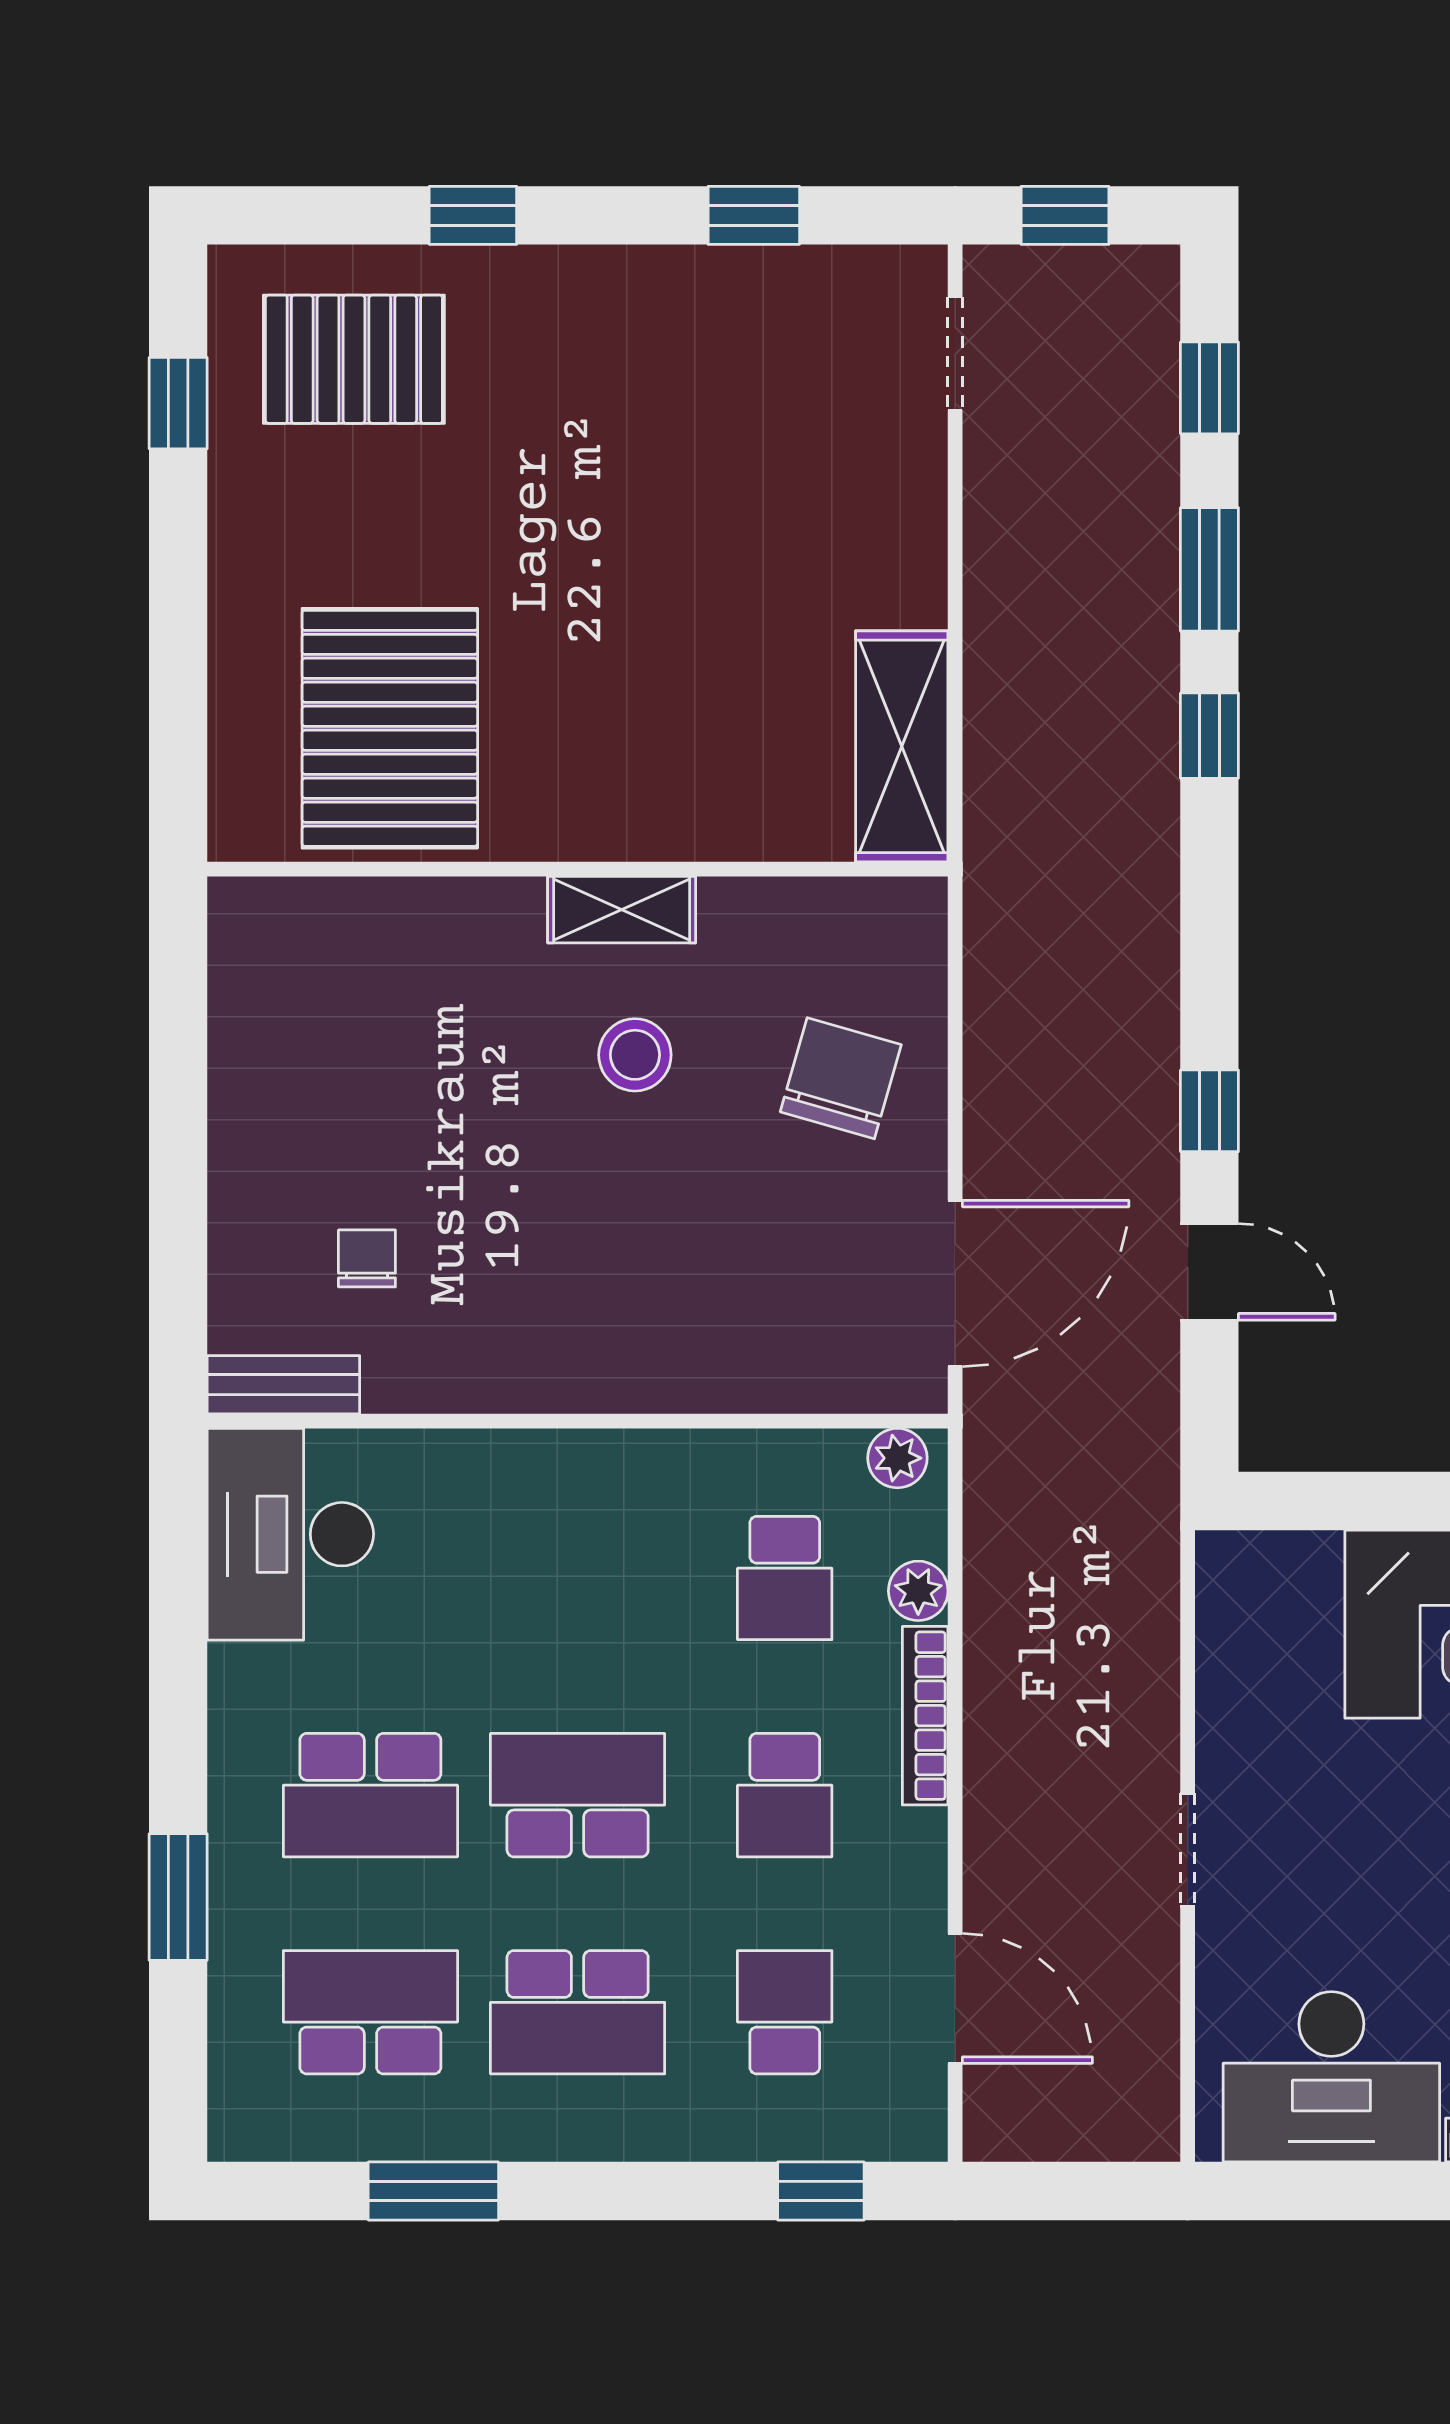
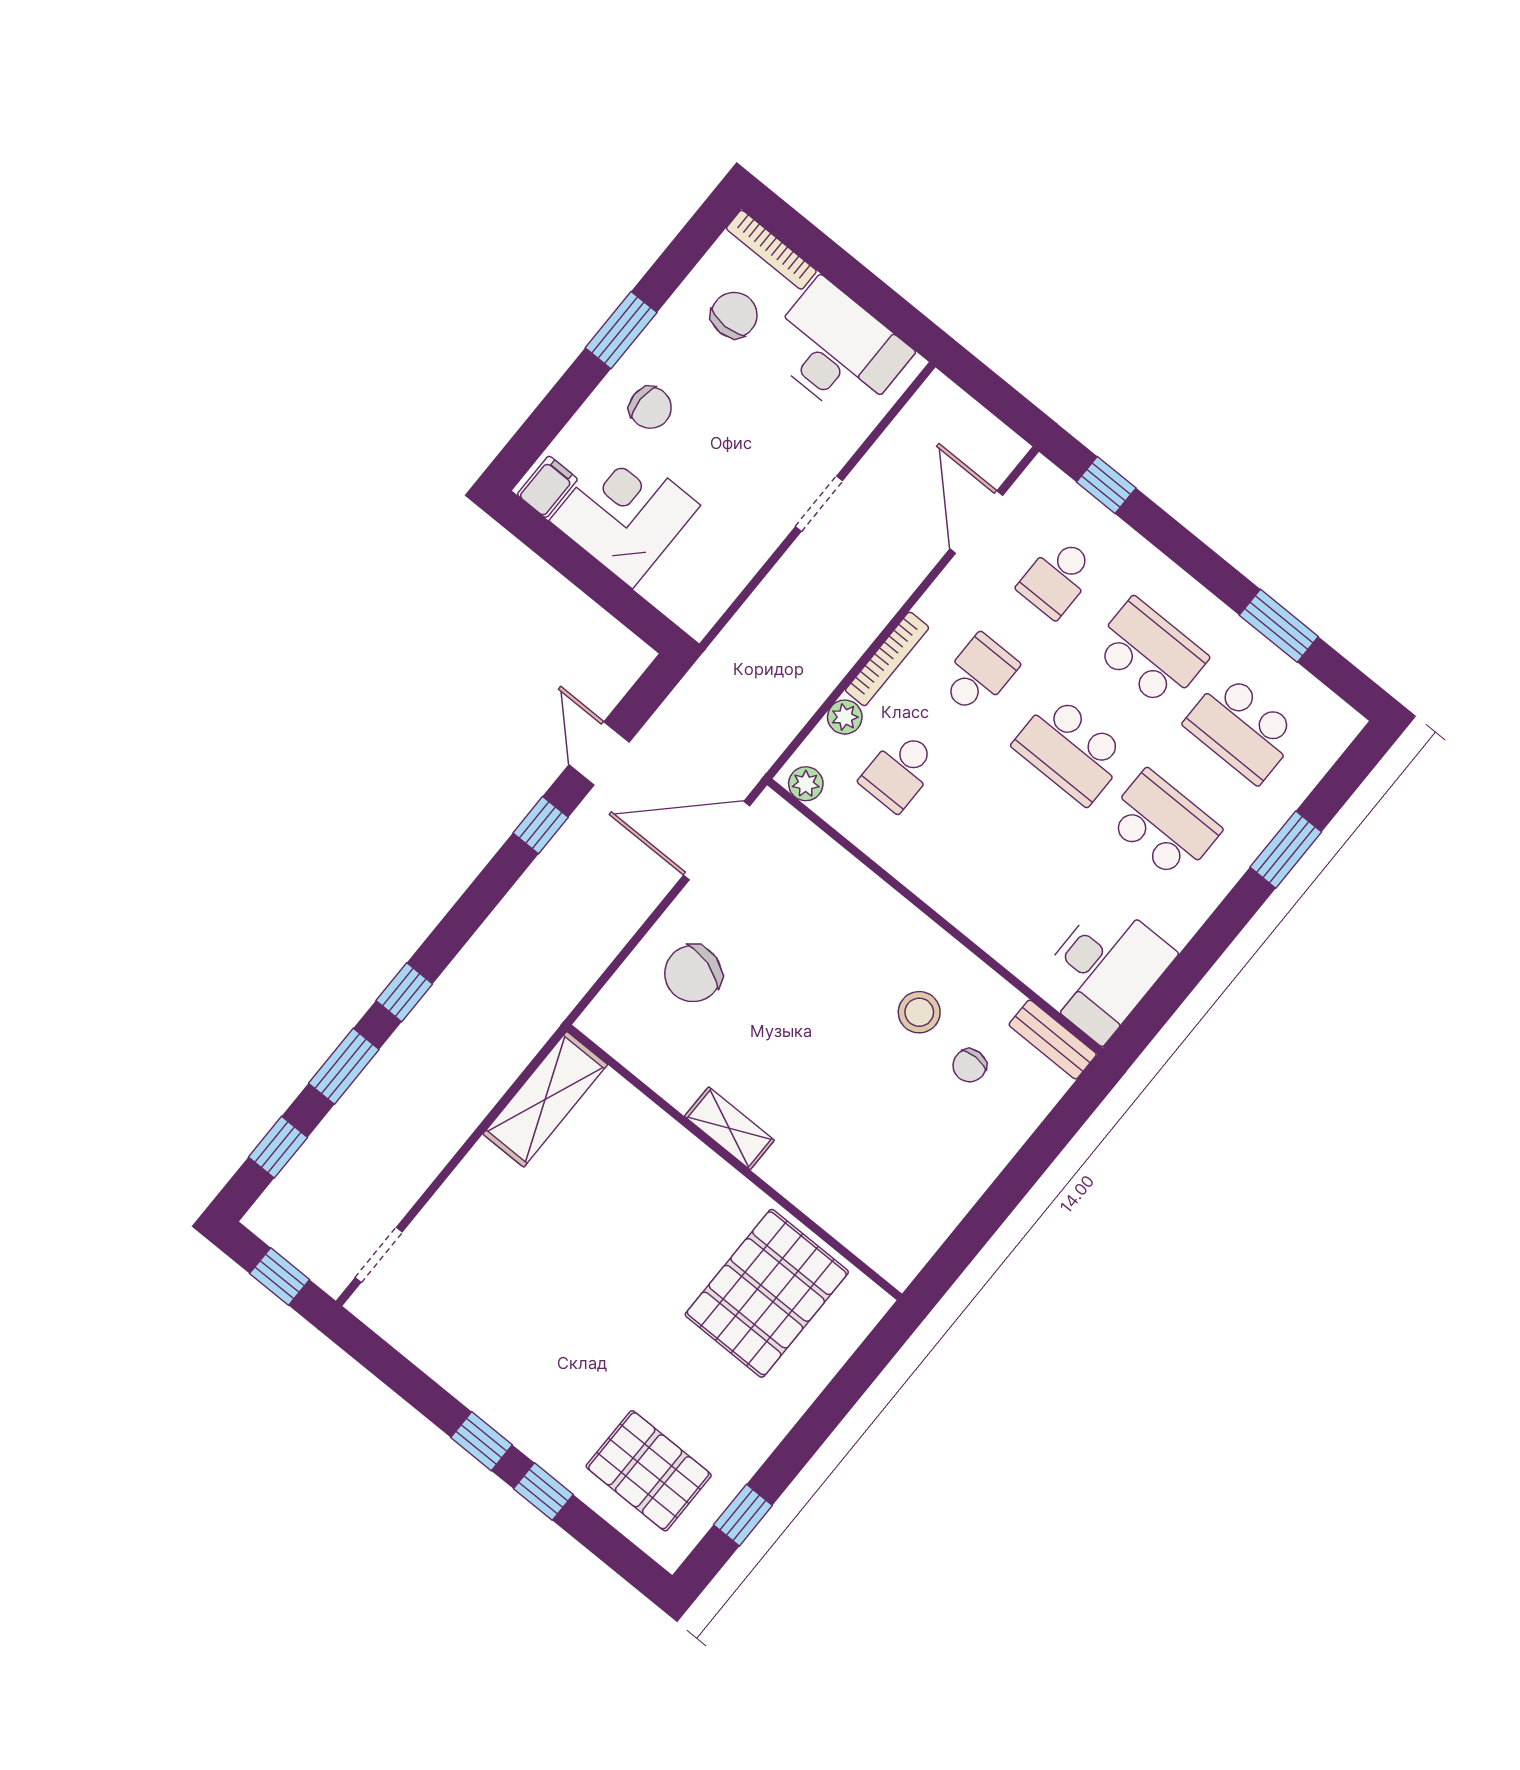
window: (754, 215) -> (482, 1441), moved
stool: (635, 1055) -> (919, 1012), moved
school desk: (785, 1578) -> (900, 771), turned 180

